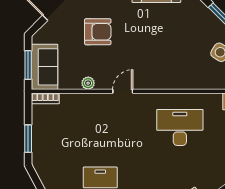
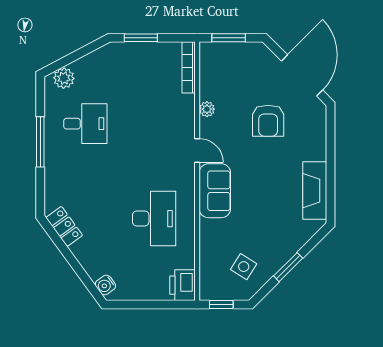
sofa: (45, 67) -> (215, 191), moved, turned -90
bookcase: (45, 98) -> (189, 67), width x1.56

